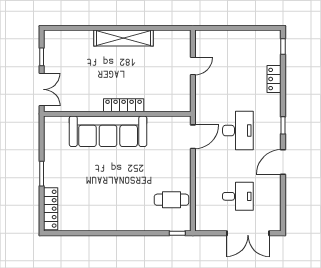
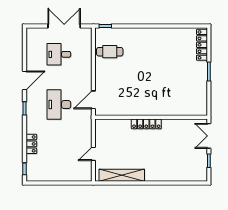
shelving: (124, 38) -> (122, 175), moved
sofa: (108, 131) -> (158, 104), removed
double door: (248, 233) -> (64, 26), moved

